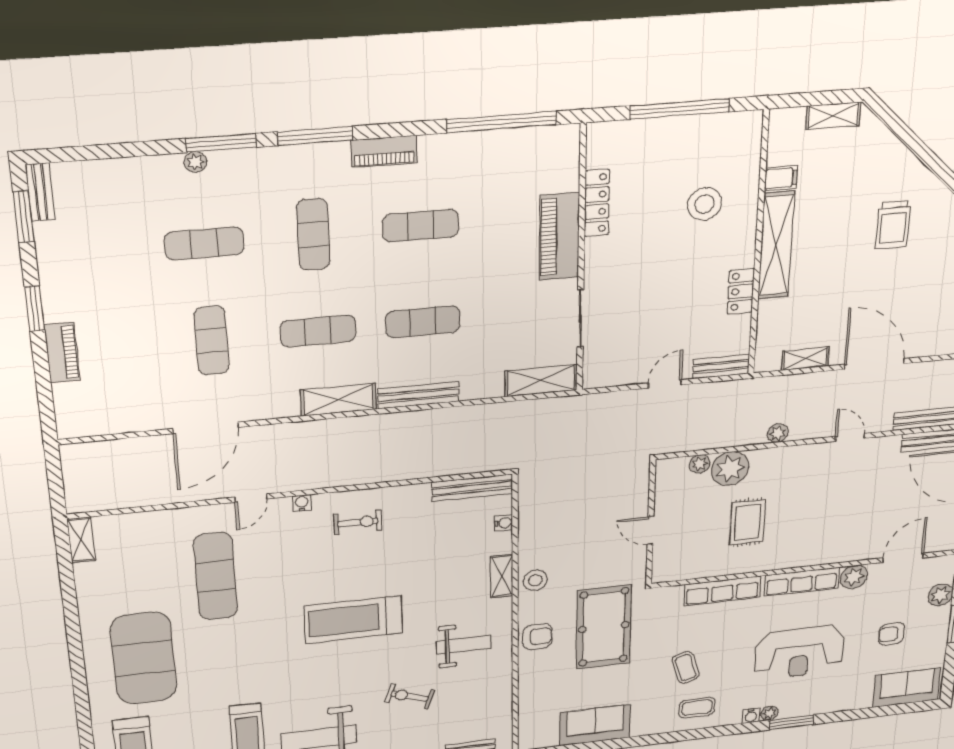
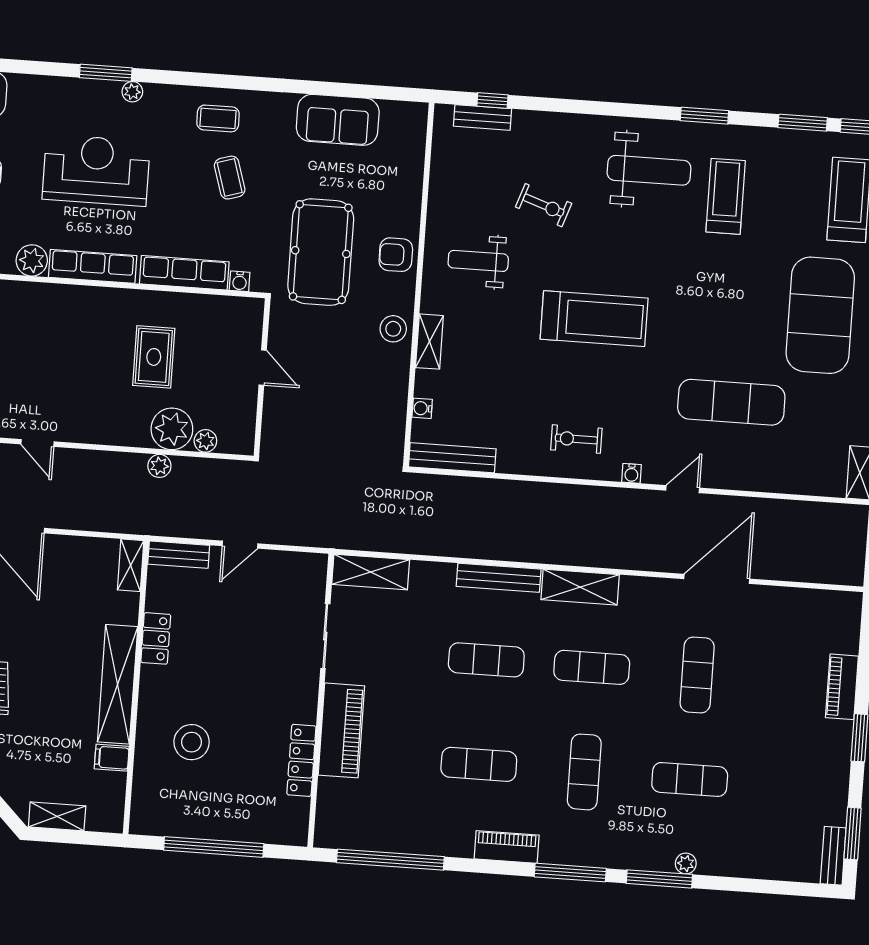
shelving: (805, 359) -> (131, 565), moved, turned 90
plant: (778, 433) -> (159, 466), moved
exercise mat: (215, 576) -> (731, 402), turned 90
water cooler: (751, 716) -> (240, 281), moved, turned 180

